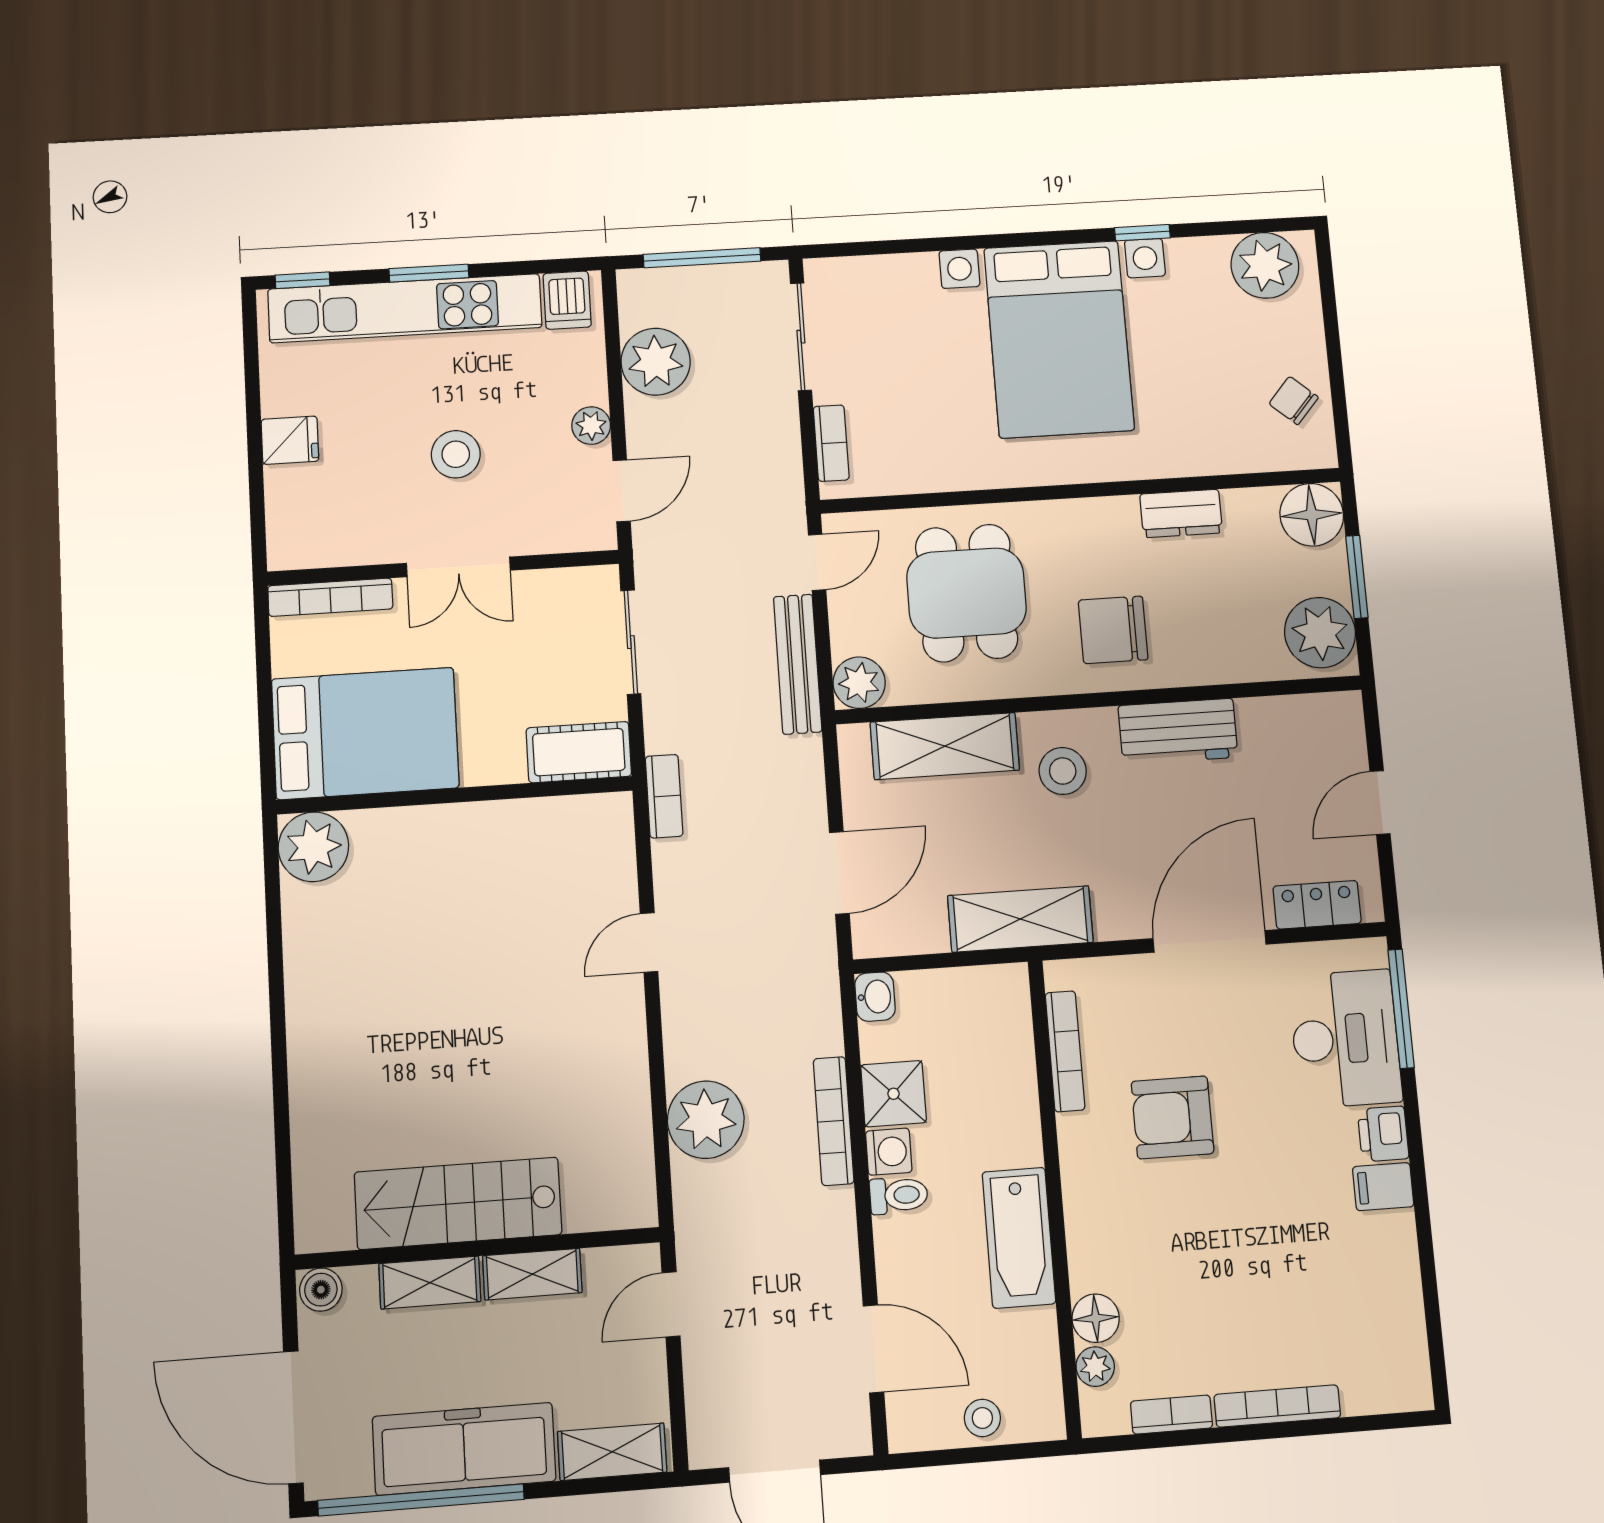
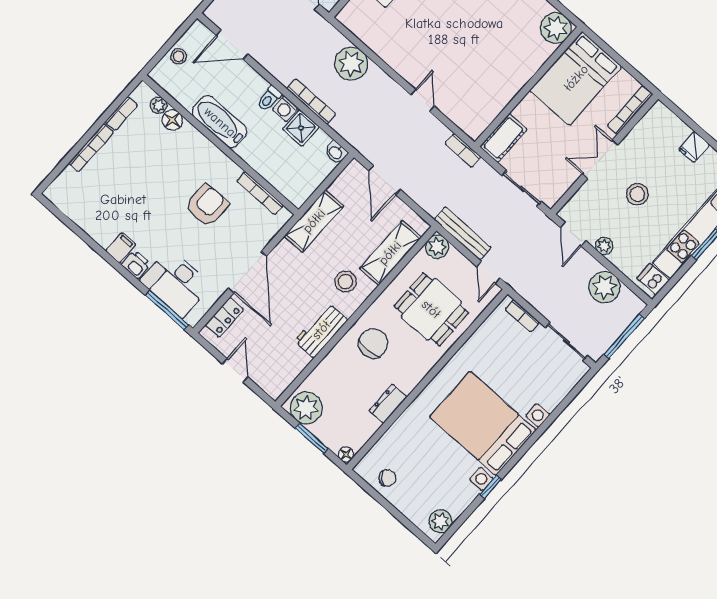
plant: (1265, 265) -> (440, 521), width x0.73, depth x0.73
floor lamp: (1312, 515) -> (346, 454), width x0.53, depth x0.53

